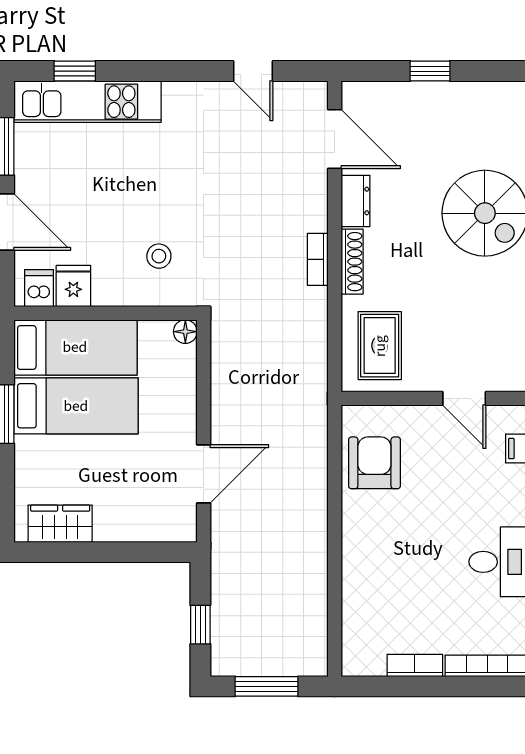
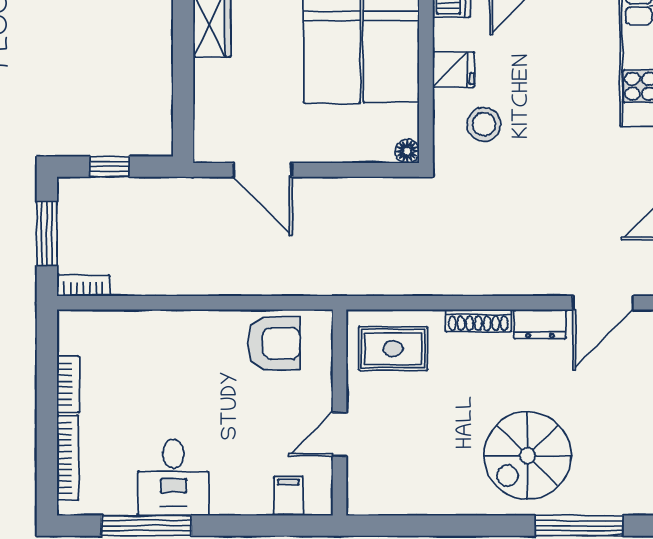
stool: (159, 256) -> (484, 124), width x1.37, depth x1.37
bookcase: (318, 259) -> (83, 286), moved
fridge: (73, 286) -> (454, 69), moved

